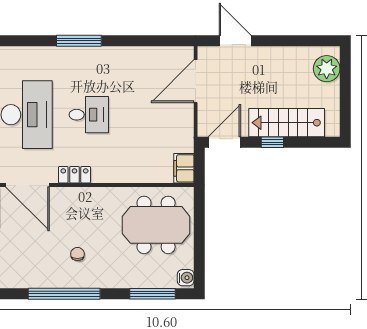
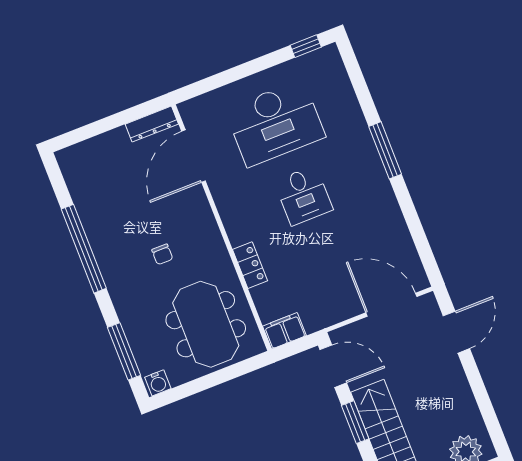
window: (272, 142) -> (355, 422), width x1.50
locker: (74, 175) -> (250, 265), moved
chair: (77, 254) -> (162, 254), moved, turned 90

